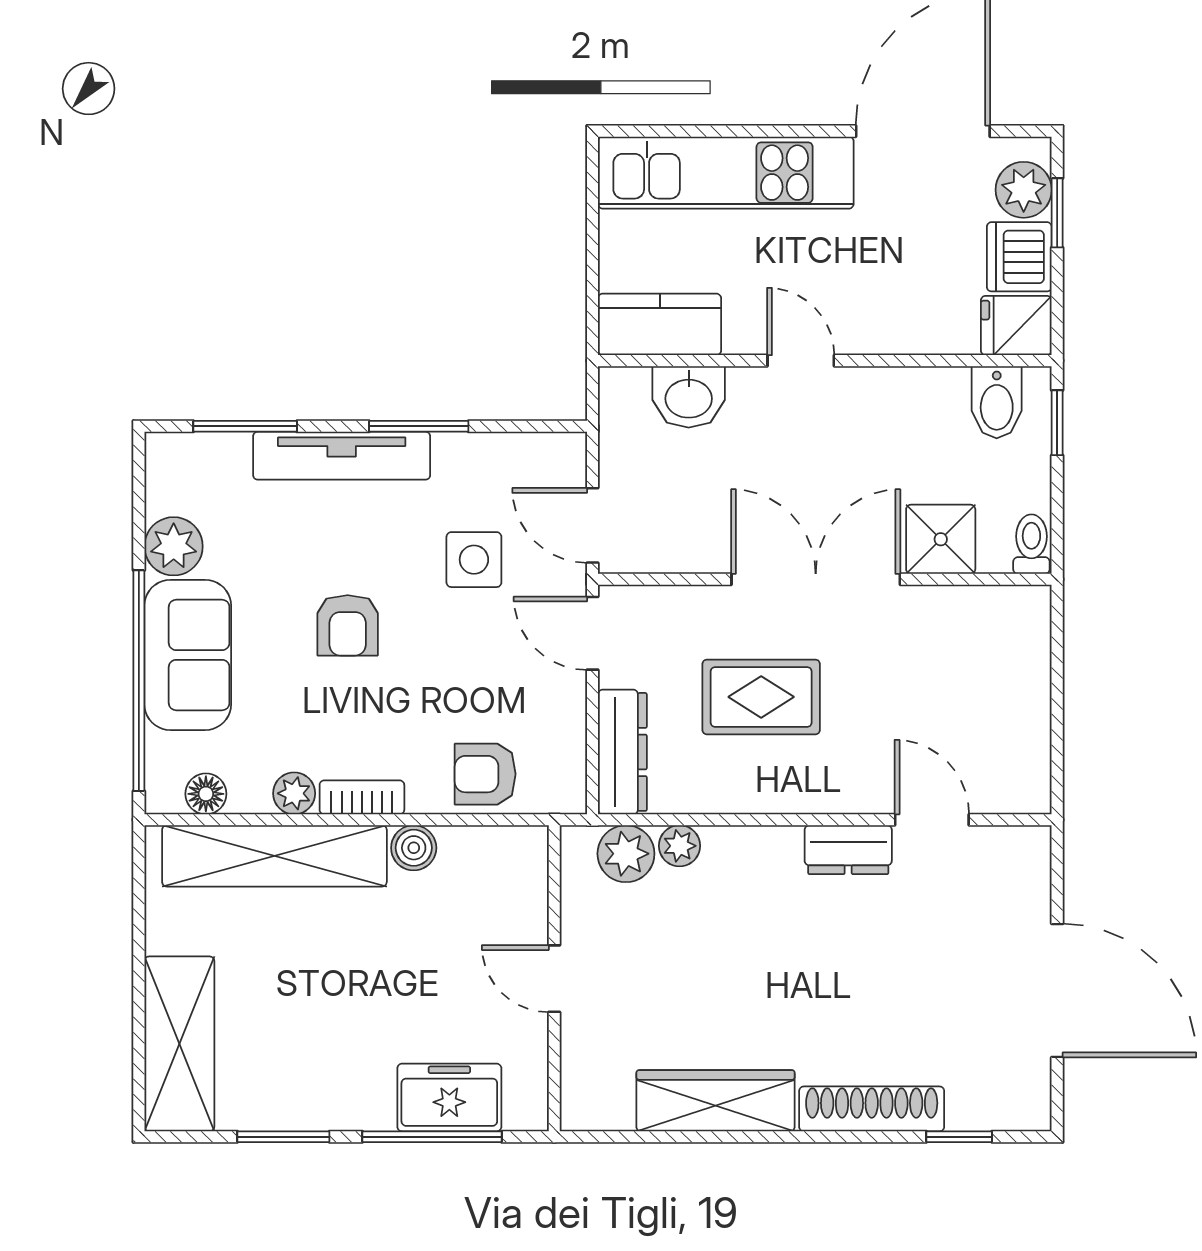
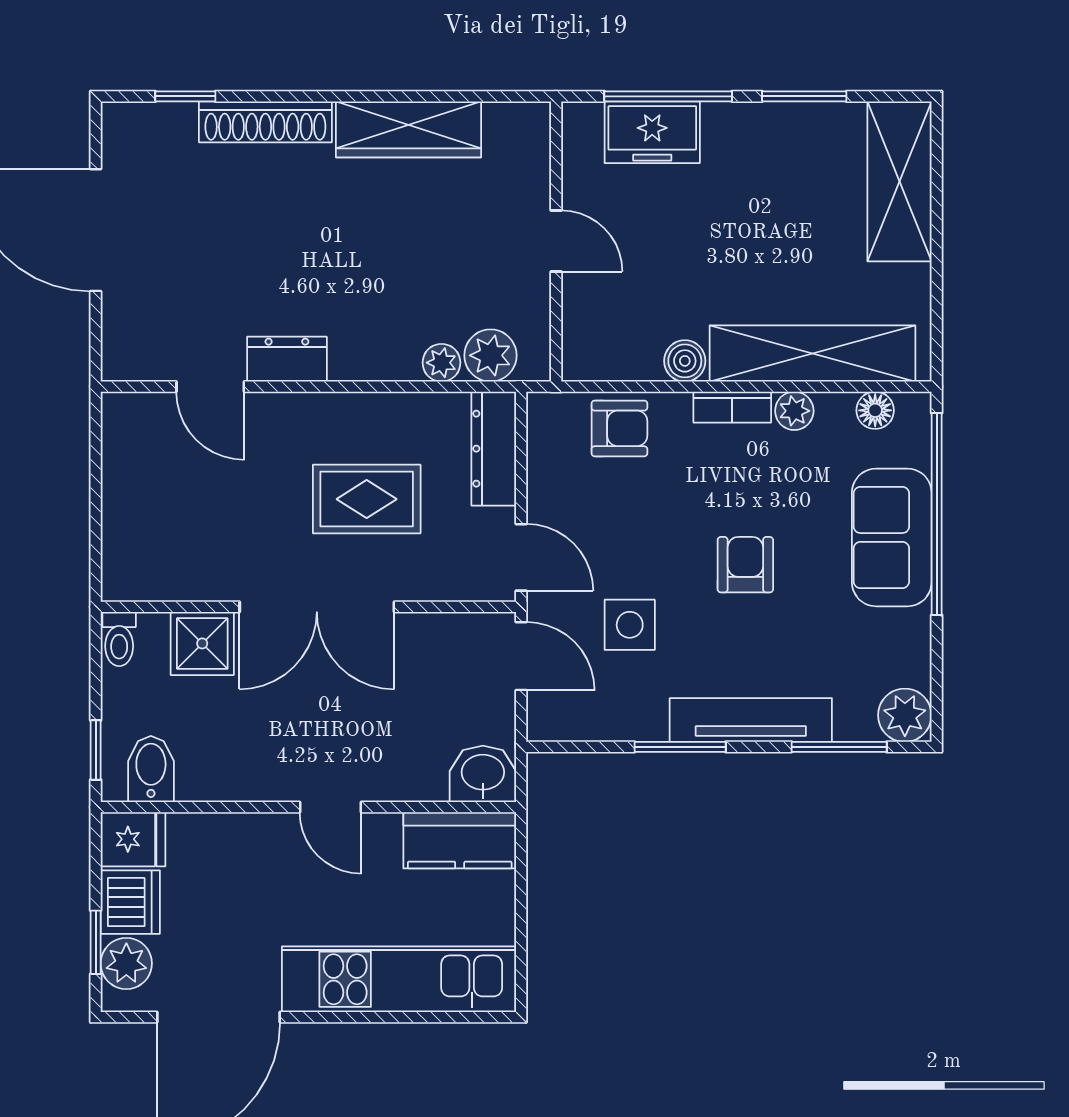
washbasin: (689, 397) -> (483, 774), moved
plant: (174, 546) -> (905, 715), moved

